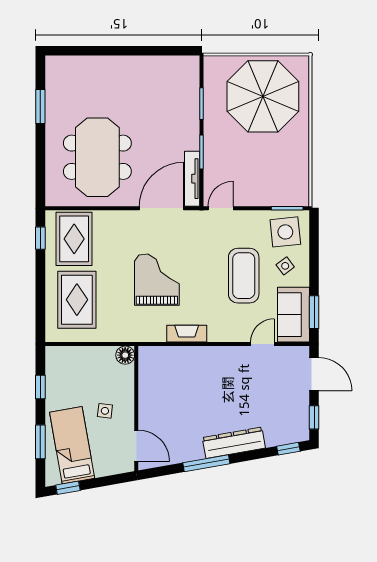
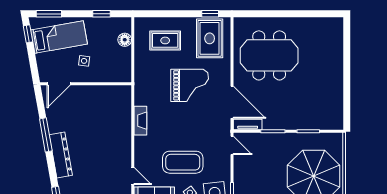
window: (40, 106) -> (306, 14), removed
tv unit: (192, 179) -> (248, 125), width x0.71
rug: (74, 239) -> (210, 38), turned 90
grand piano: (157, 280) -> (190, 85), moved
rug: (77, 300) -> (165, 40), width x0.73, depth x0.70
floor lamp: (125, 355) -> (125, 40), moved
window: (40, 442) -> (49, 14), moved

